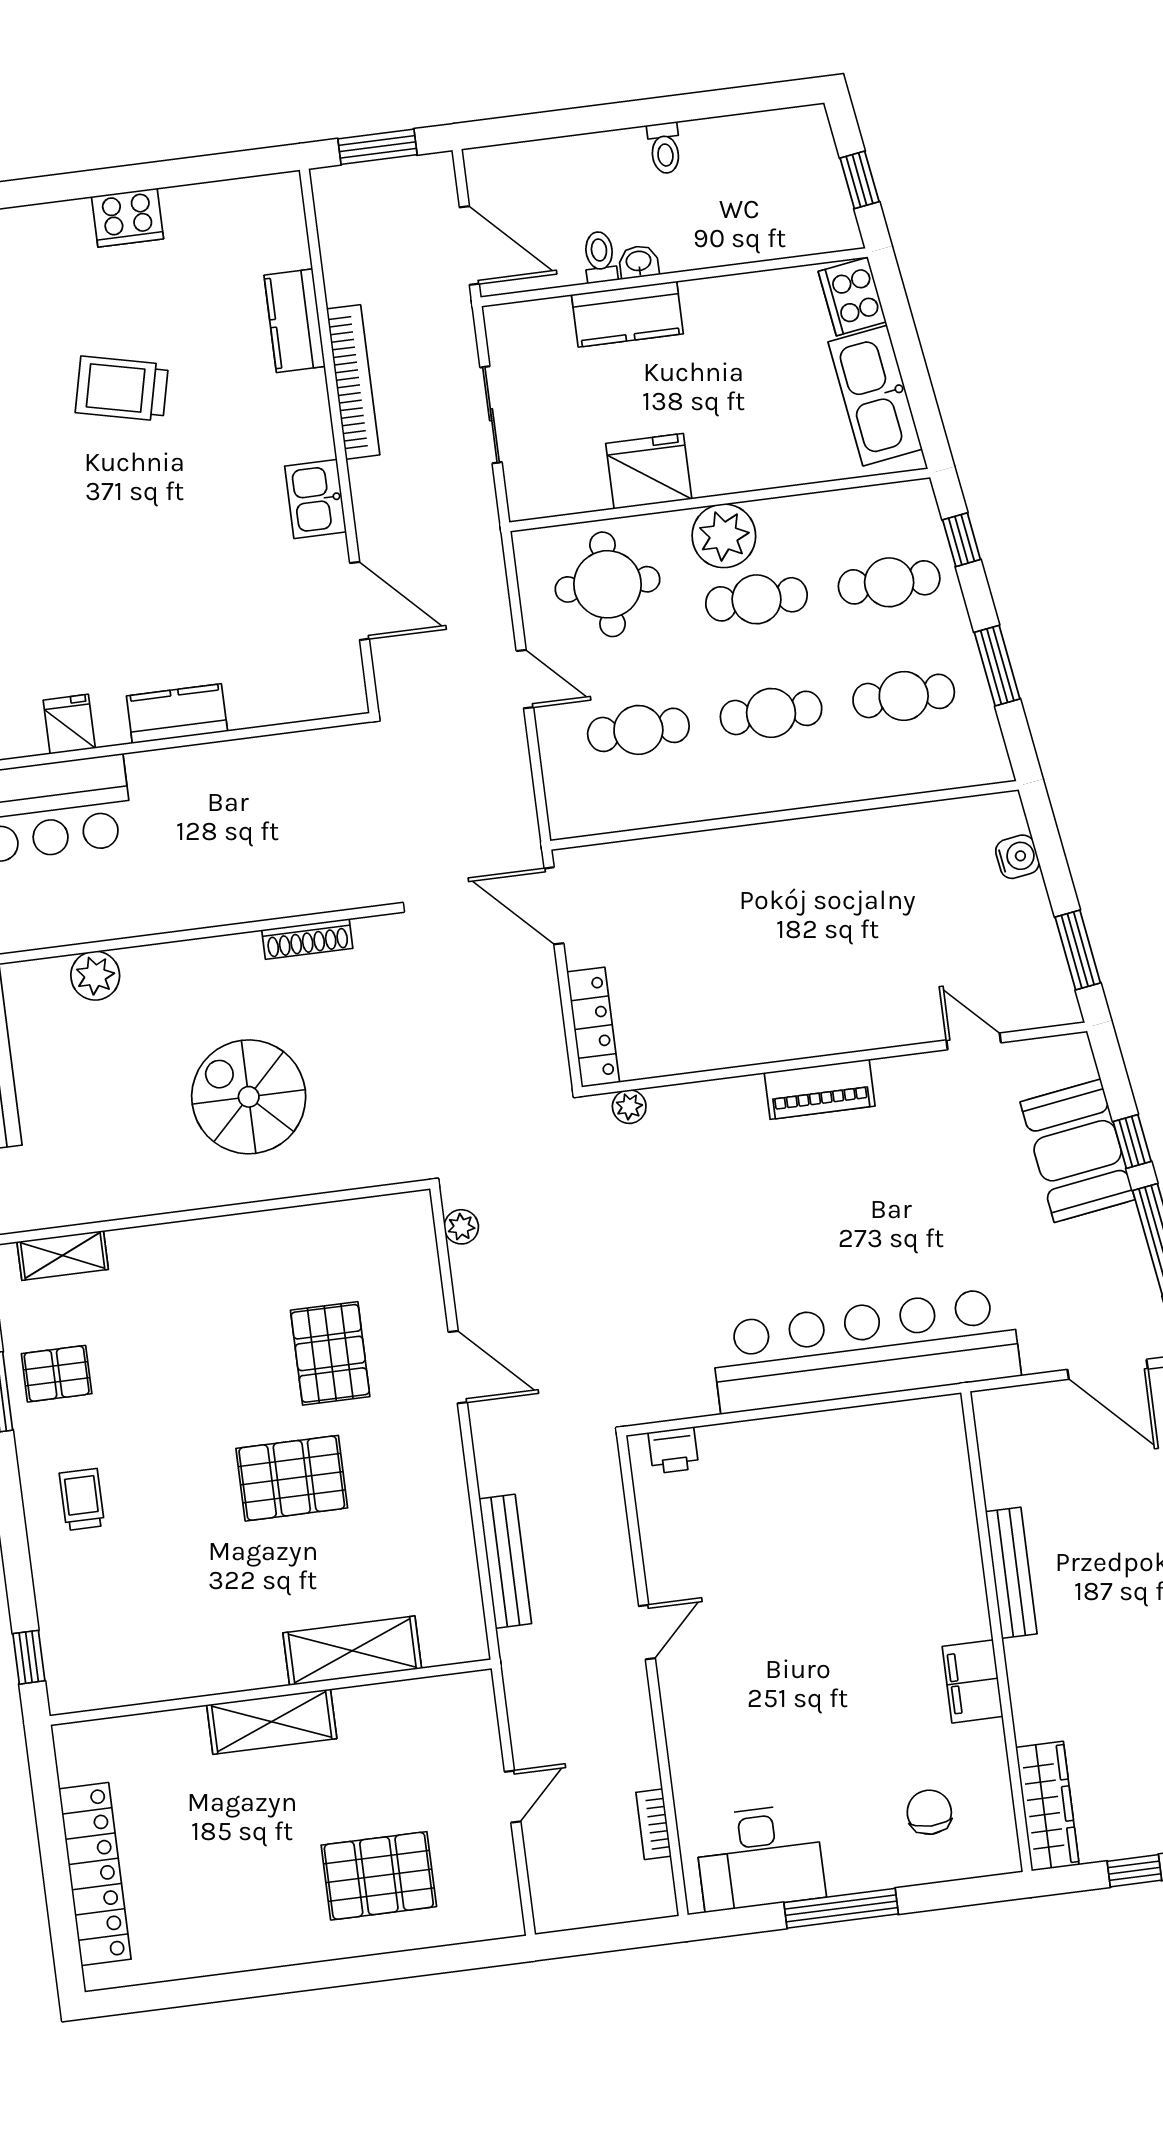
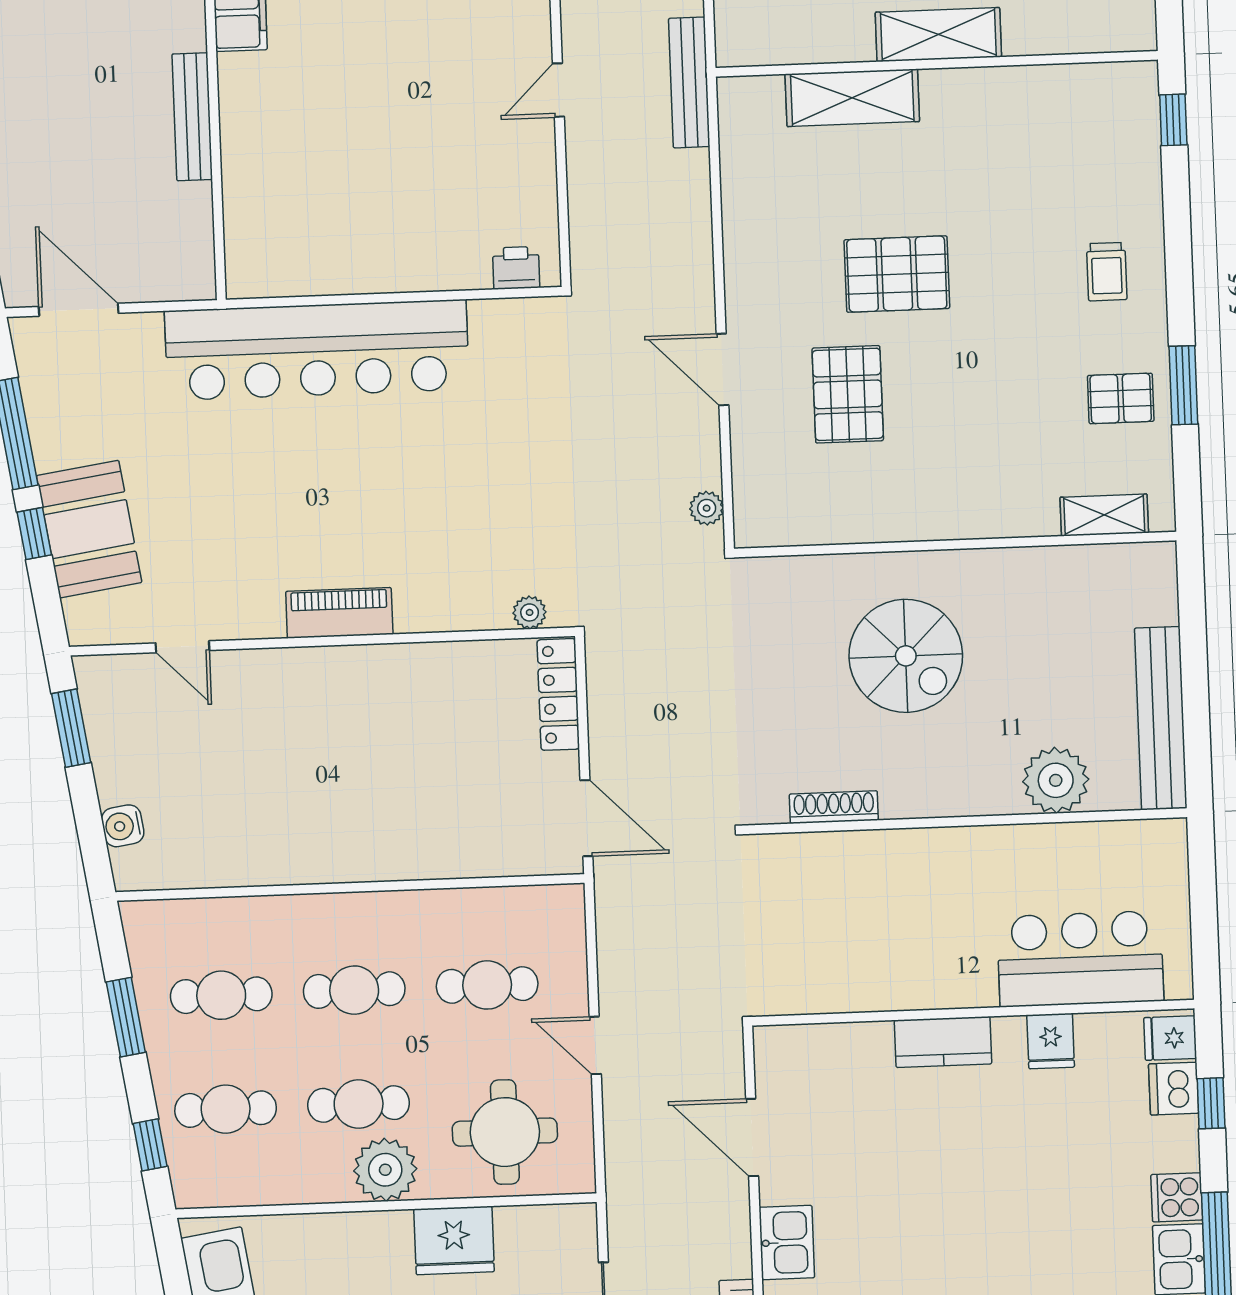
plant: (95, 976) -> (1056, 780), width x1.36, depth x1.36
bench: (505, 1561) -> (689, 82), moved

